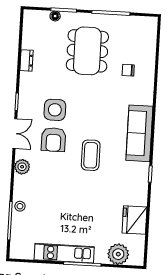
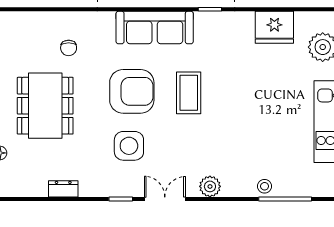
dining table: (87, 51) -> (45, 106), turned 90
armchair: (53, 140) -> (132, 91), moved, width x1.36, depth x1.36
coffee table: (91, 155) -> (189, 93), turned 90

